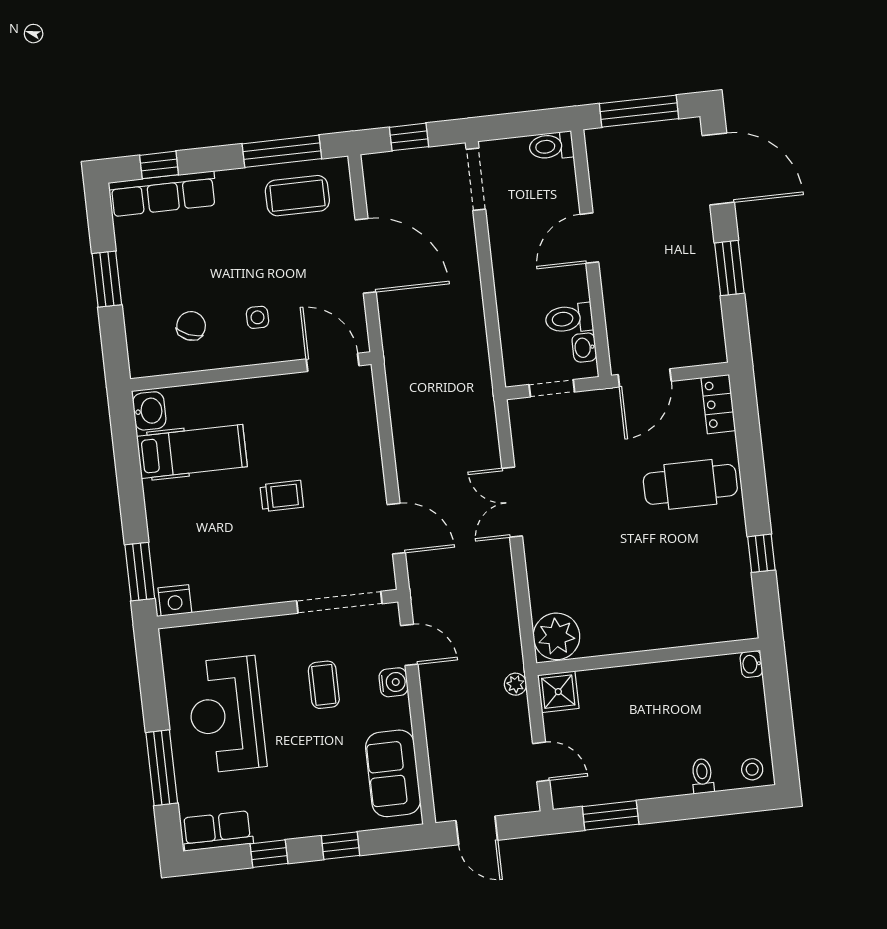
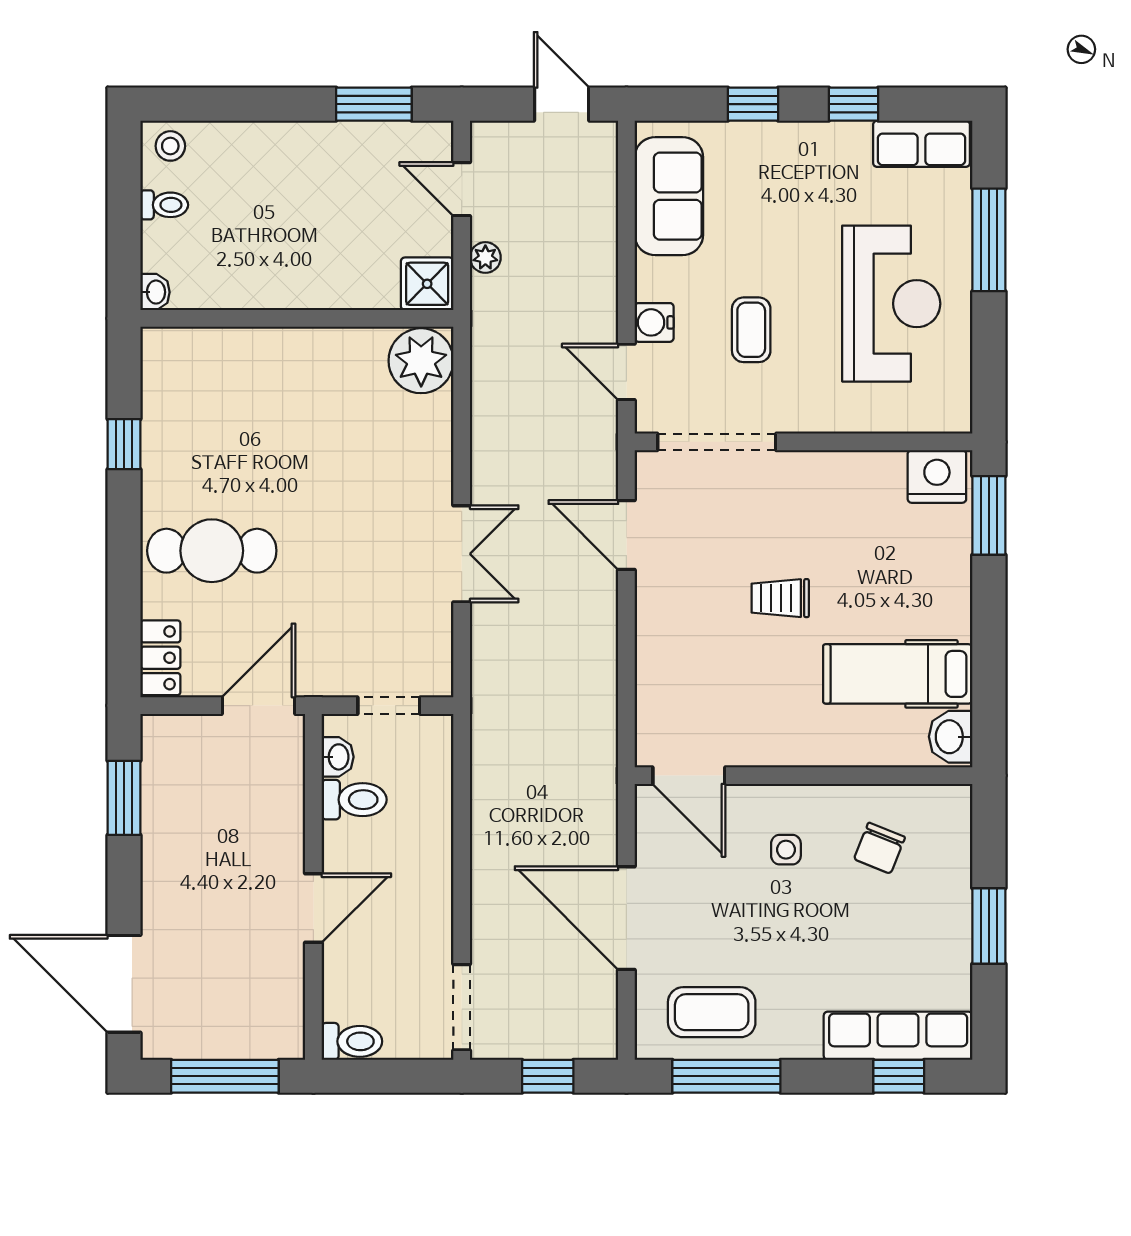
window: (729, 268) -> (124, 798), moved
nightstand: (175, 600) -> (937, 476), width x1.36, depth x1.33
plant: (515, 684) -> (485, 257), moved
toilet: (702, 776) -> (164, 205), moved, turned -90

